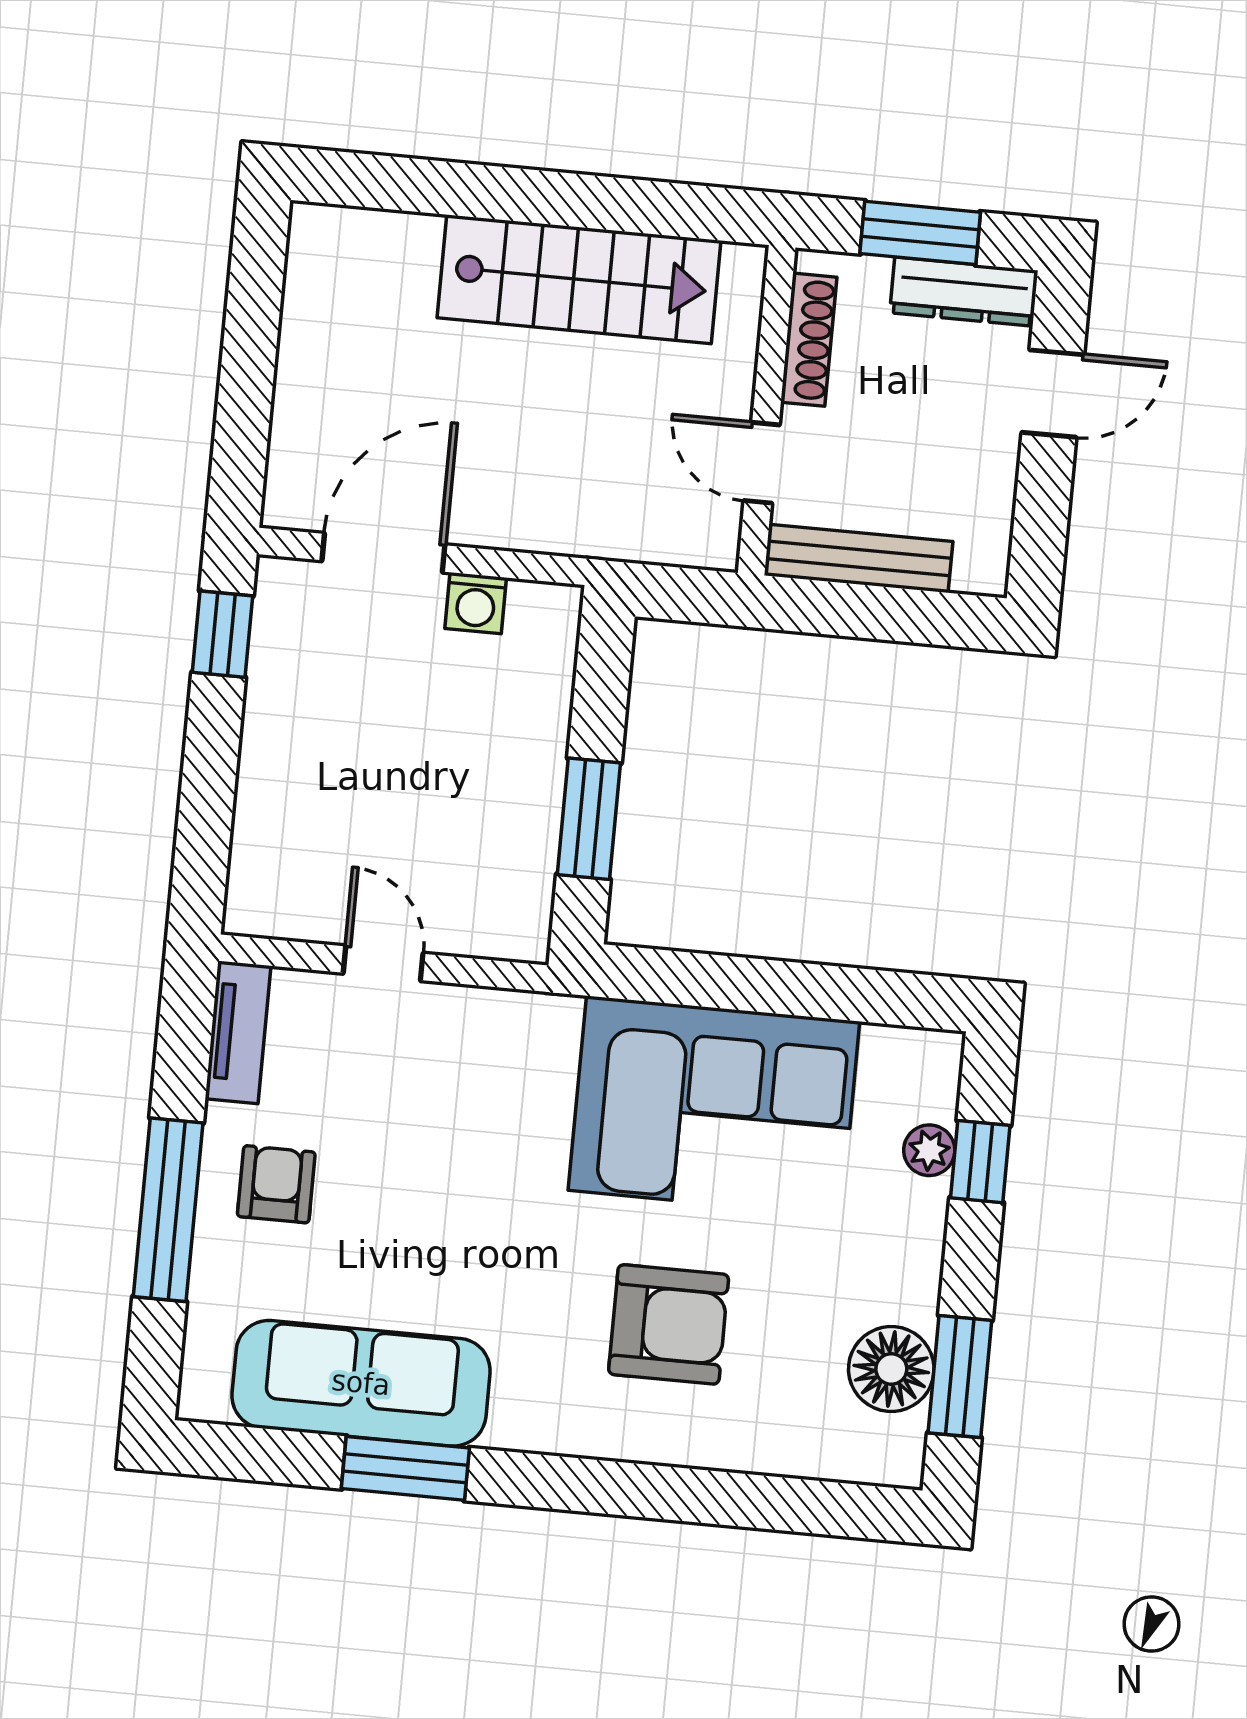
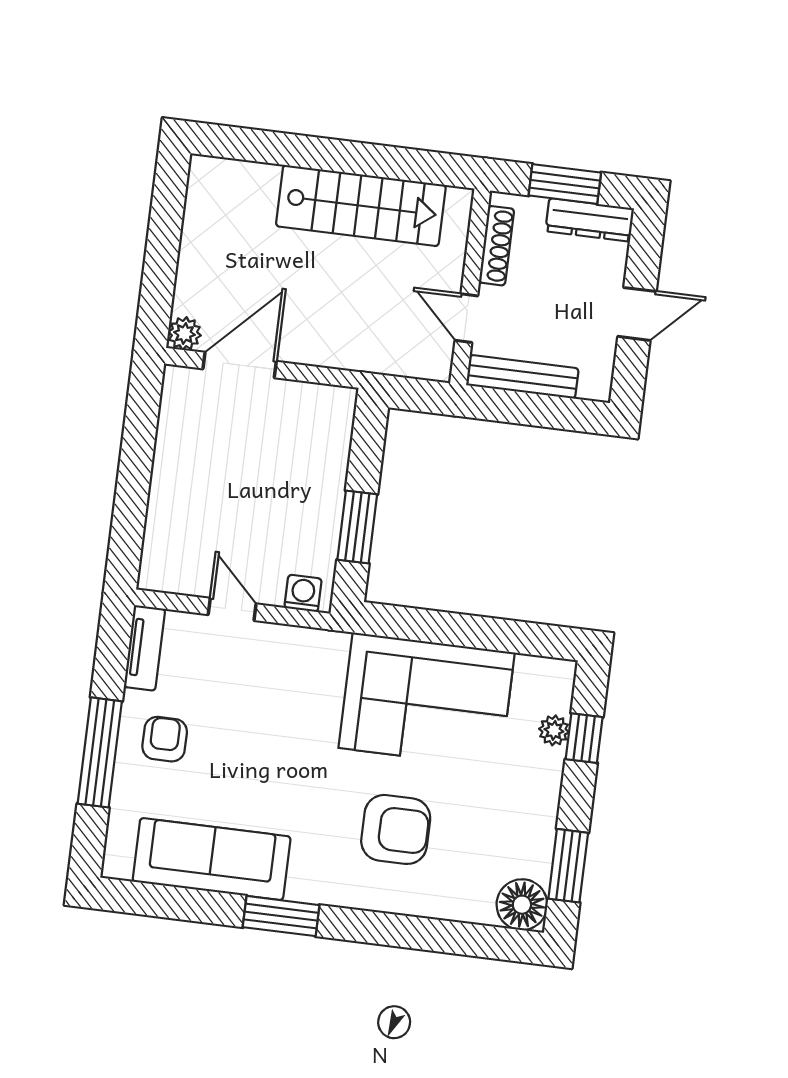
door: (1053, 394) -> (637, 314), moved
plant: (289, 503) -> (184, 334), added
washing machine: (476, 603) -> (303, 593), moved, turned 180
window: (223, 634) -> (142, 411), removed
floor lamp: (891, 1369) -> (522, 905), moved
window: (405, 1468) -> (281, 916), moved

